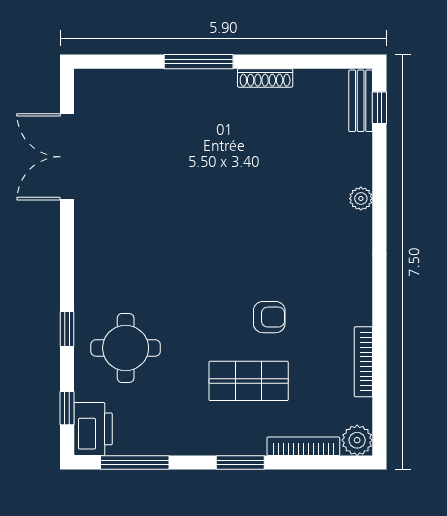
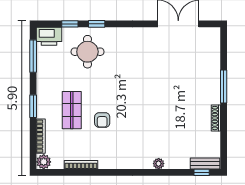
window: (67, 408) -> (70, 24), moved

